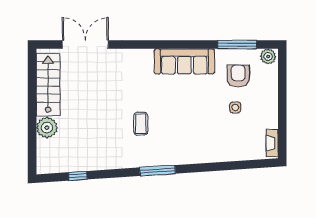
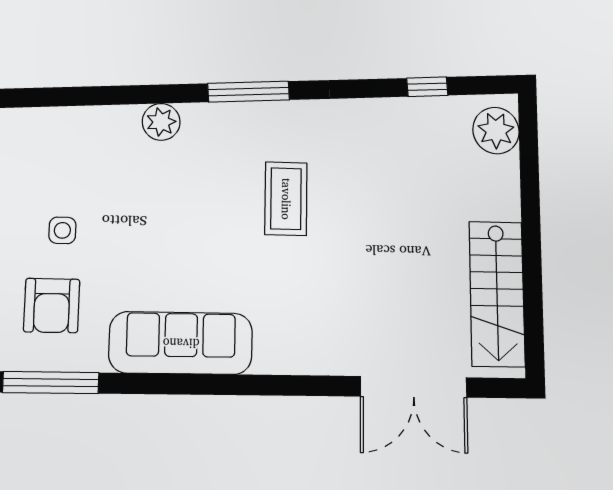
coffee table: (141, 124) -> (286, 199), width x1.36, depth x1.30
plant: (47, 128) -> (496, 131), moved
plant: (195, 156) -> (161, 122), added

